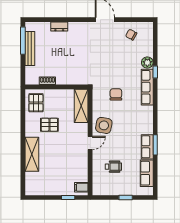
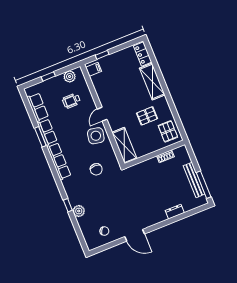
row of seats: (147, 87) -> (59, 161), moved
locker: (31, 183) -> (143, 54), added
plant: (106, 190) -> (70, 77), added

